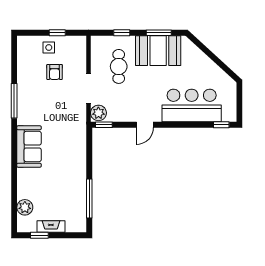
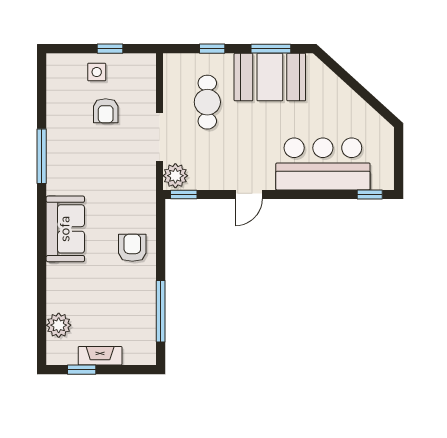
armchair: (71, 158) -> (132, 248), added

